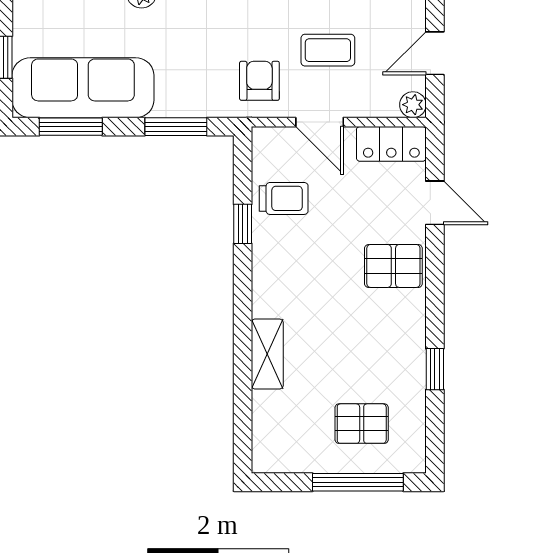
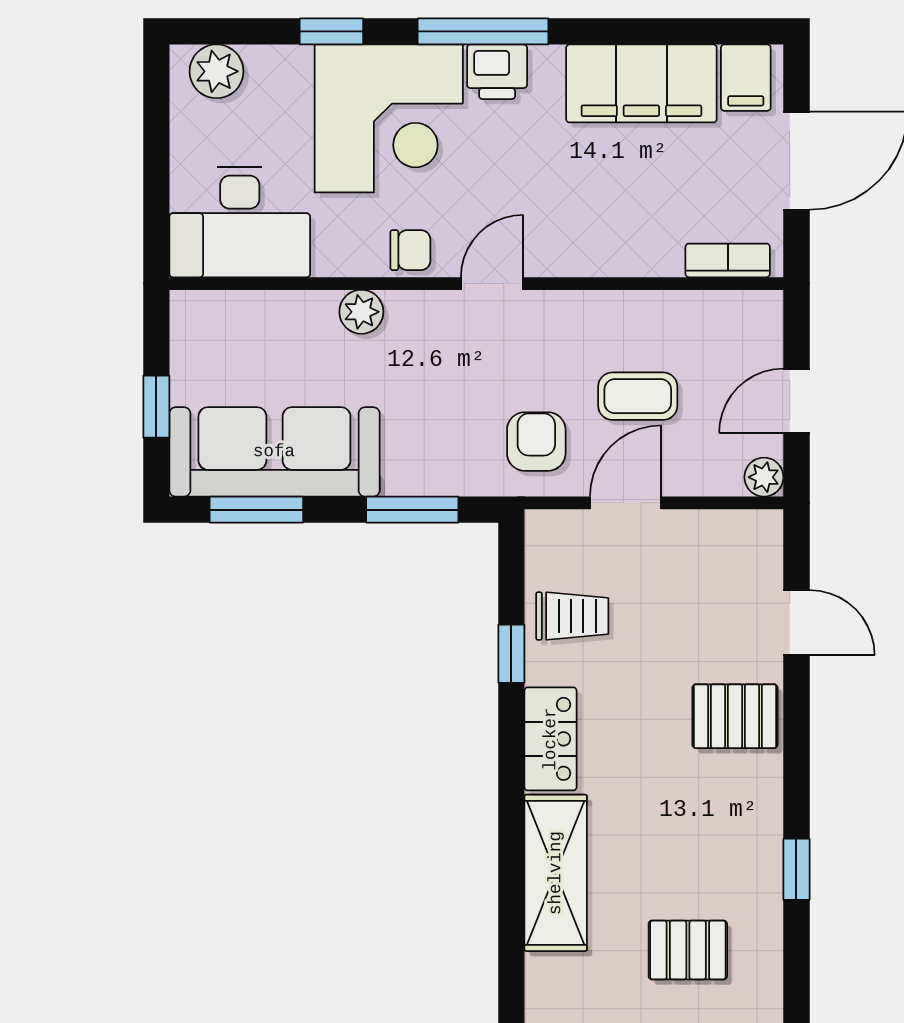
door: (320, 122) -> (625, 503), swing flipped
locker: (391, 144) -> (551, 739), moved, turned -90
shelving: (267, 354) -> (556, 873), width x1.50, depth x1.33

